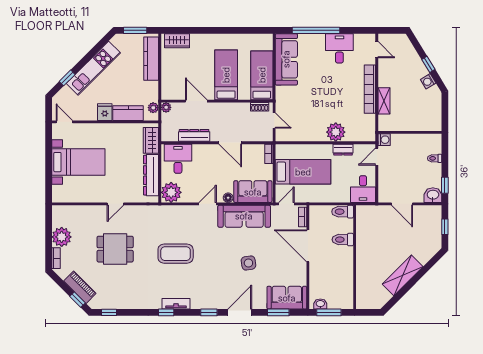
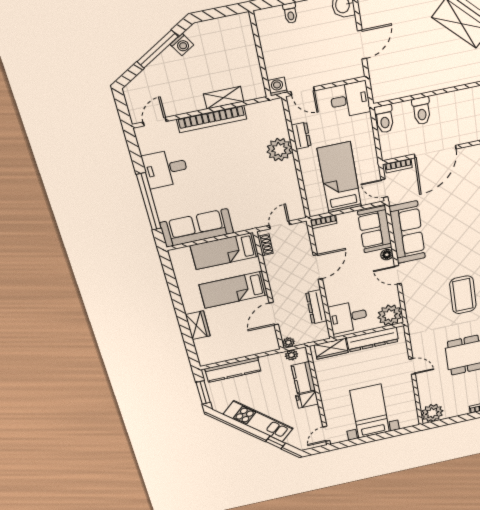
wardrobe: (177, 41) -> (198, 325), moved
window: (428, 64) -> (158, 49), width x2.17
plant: (62, 237) -> (432, 413), moved
side table: (248, 263) -> (465, 215), removed

